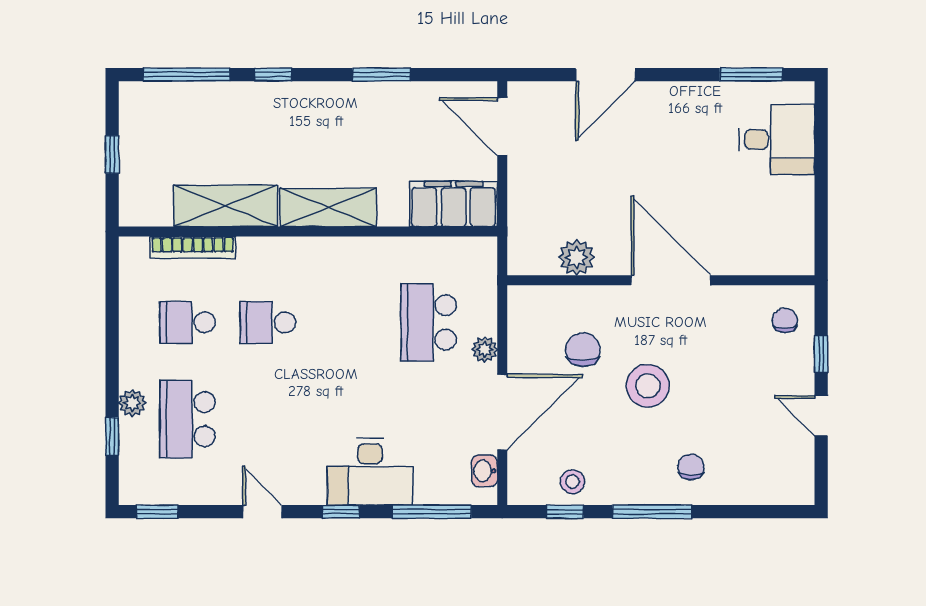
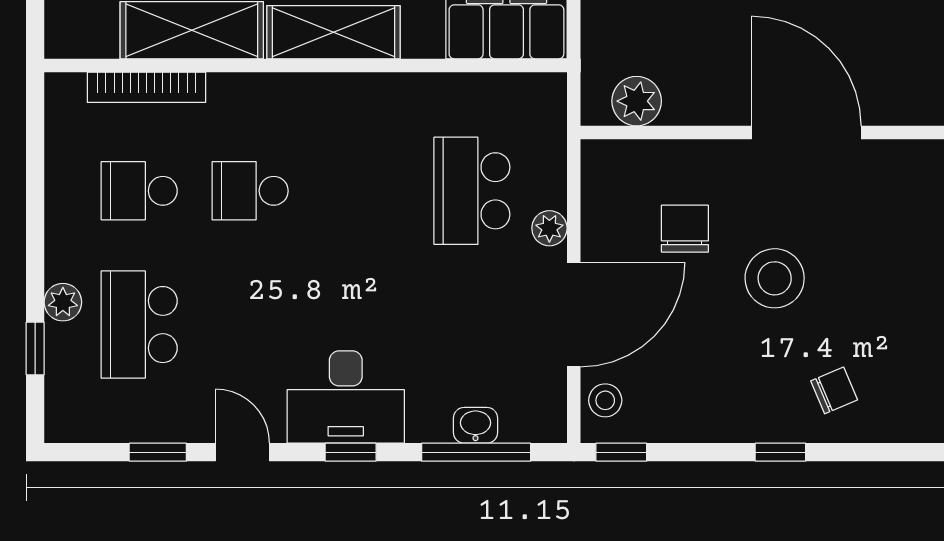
plant: (577, 257) -> (637, 101), moved
chair: (691, 467) -> (834, 390), turned 67
washbasin: (484, 471) -> (476, 425), moved, turned 90
desk: (370, 472) -> (346, 397), moved
stool: (572, 482) -> (605, 400), moved
window: (157, 512) -> (158, 452), moved
window: (565, 512) -> (621, 452), moved
window: (652, 512) -> (780, 452), width x0.46

